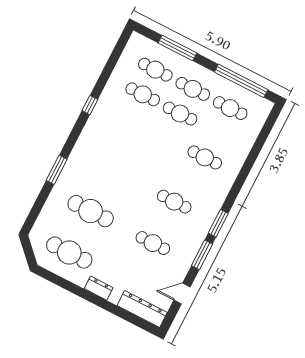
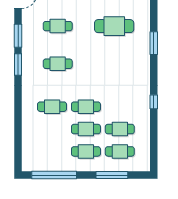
cafe table: (230, 108) -> (86, 107), moved

